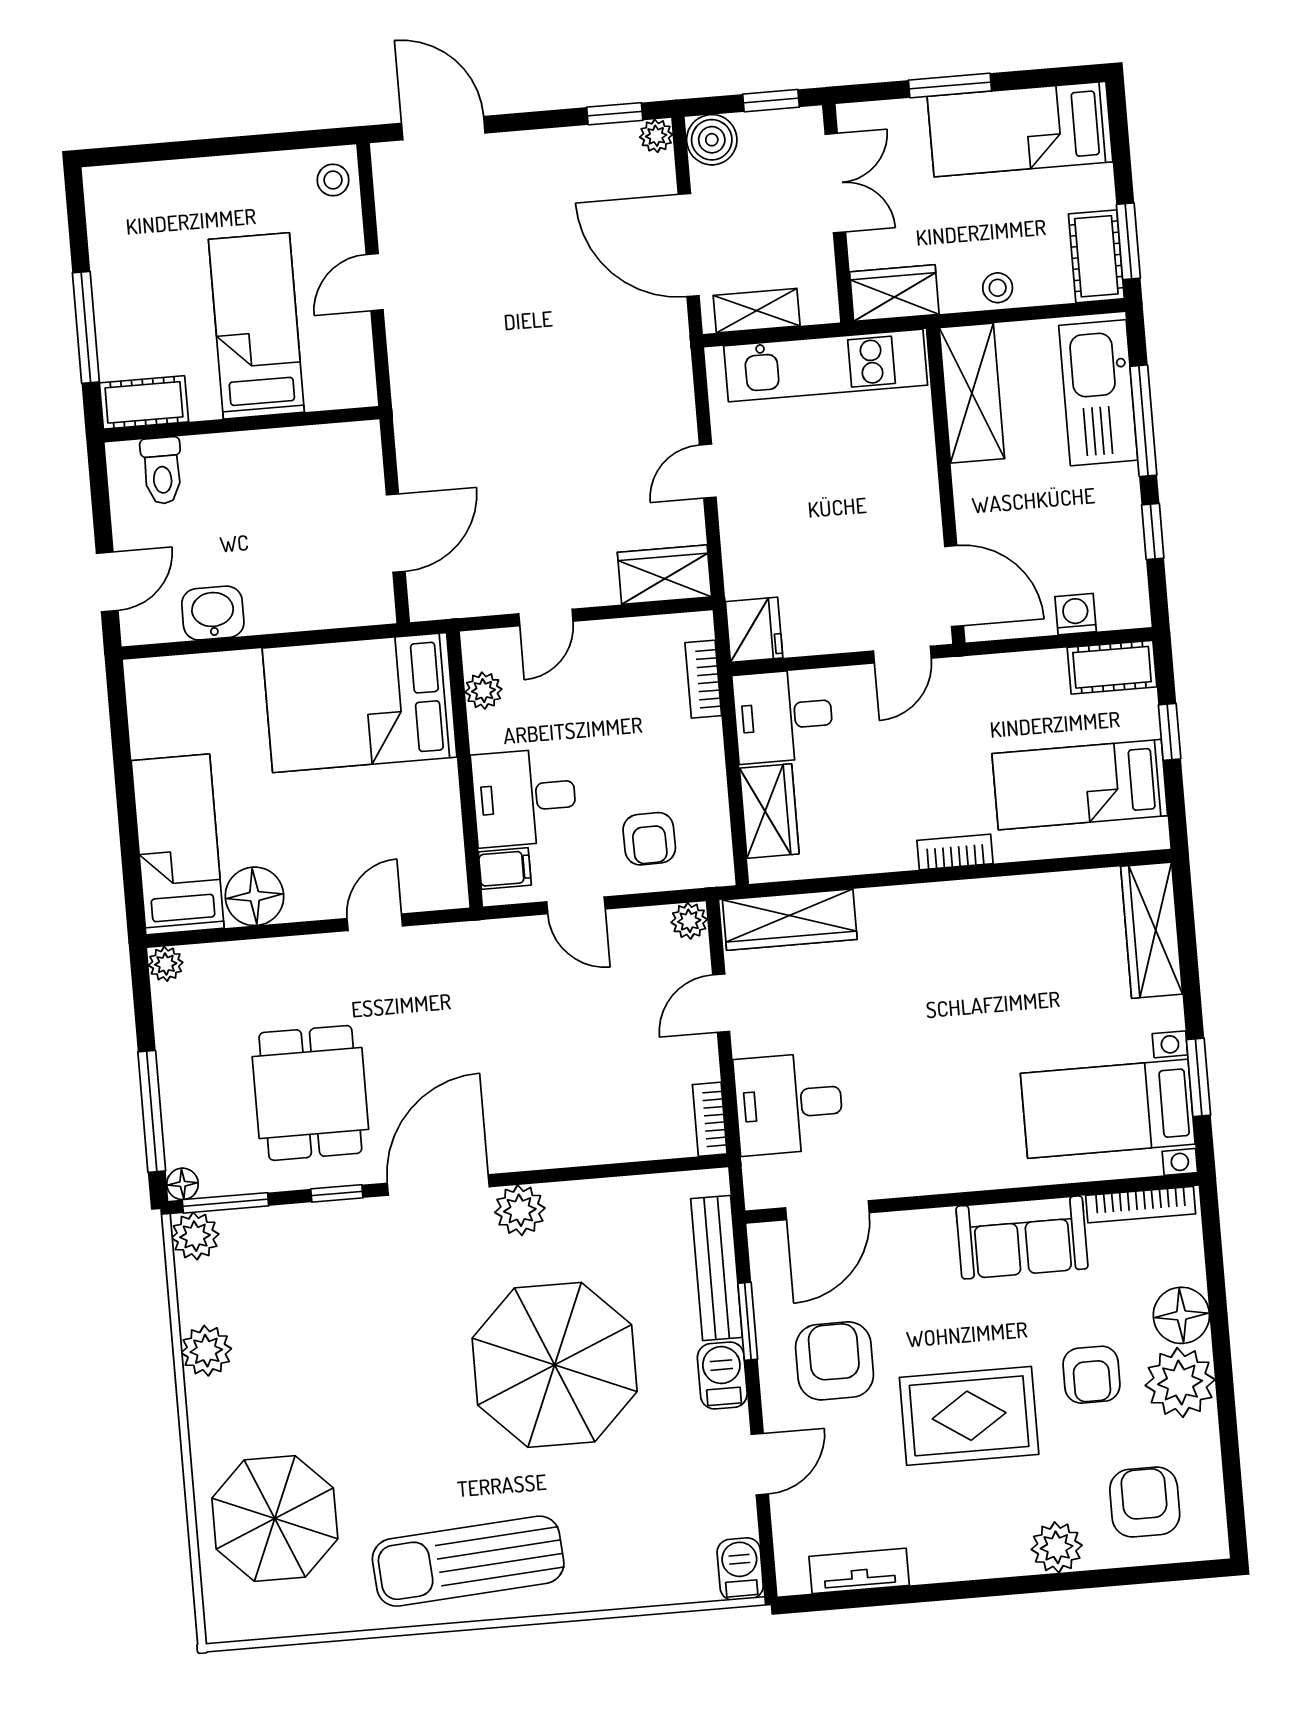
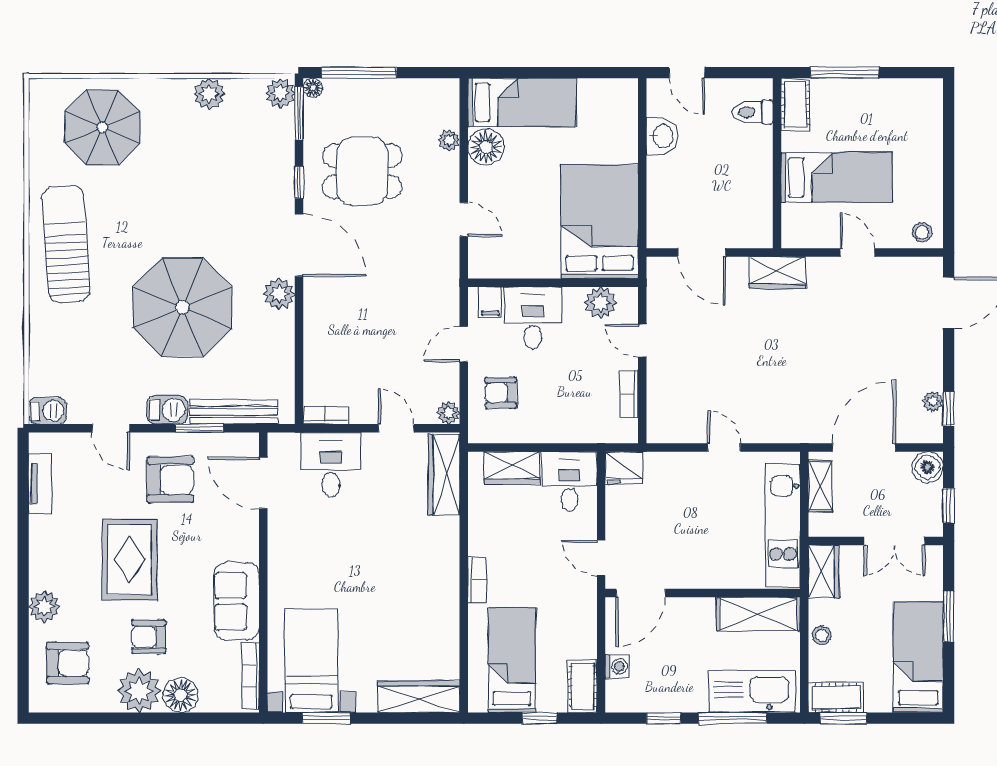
plant: (656, 136) -> (933, 401), moved
wardrobe: (664, 575) -> (778, 273), moved, turned 90
bookcase: (703, 679) -> (629, 394), moved, turned -90
plant: (483, 691) -> (601, 303), width x1.38, depth x1.38
plant: (166, 964) -> (449, 140), moved

